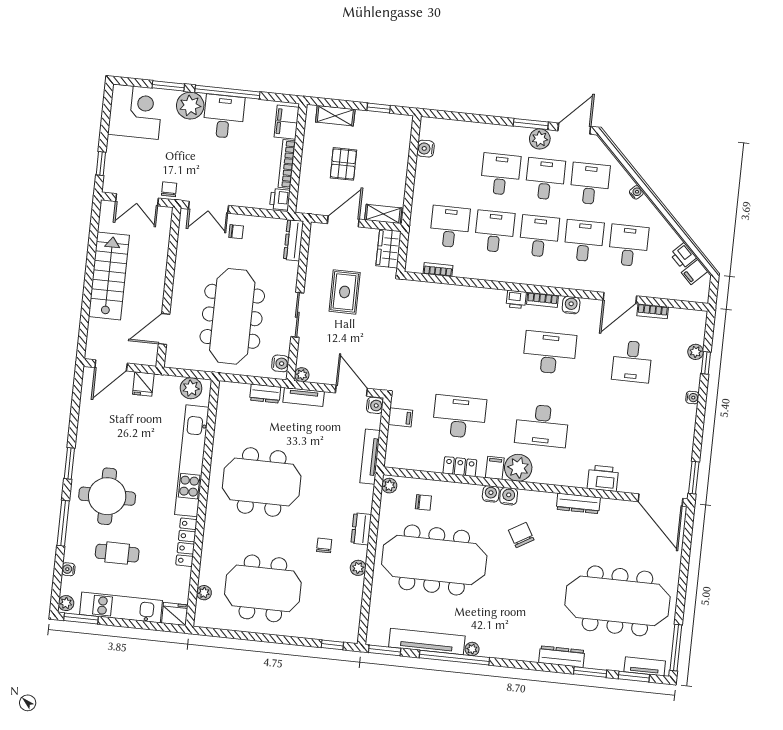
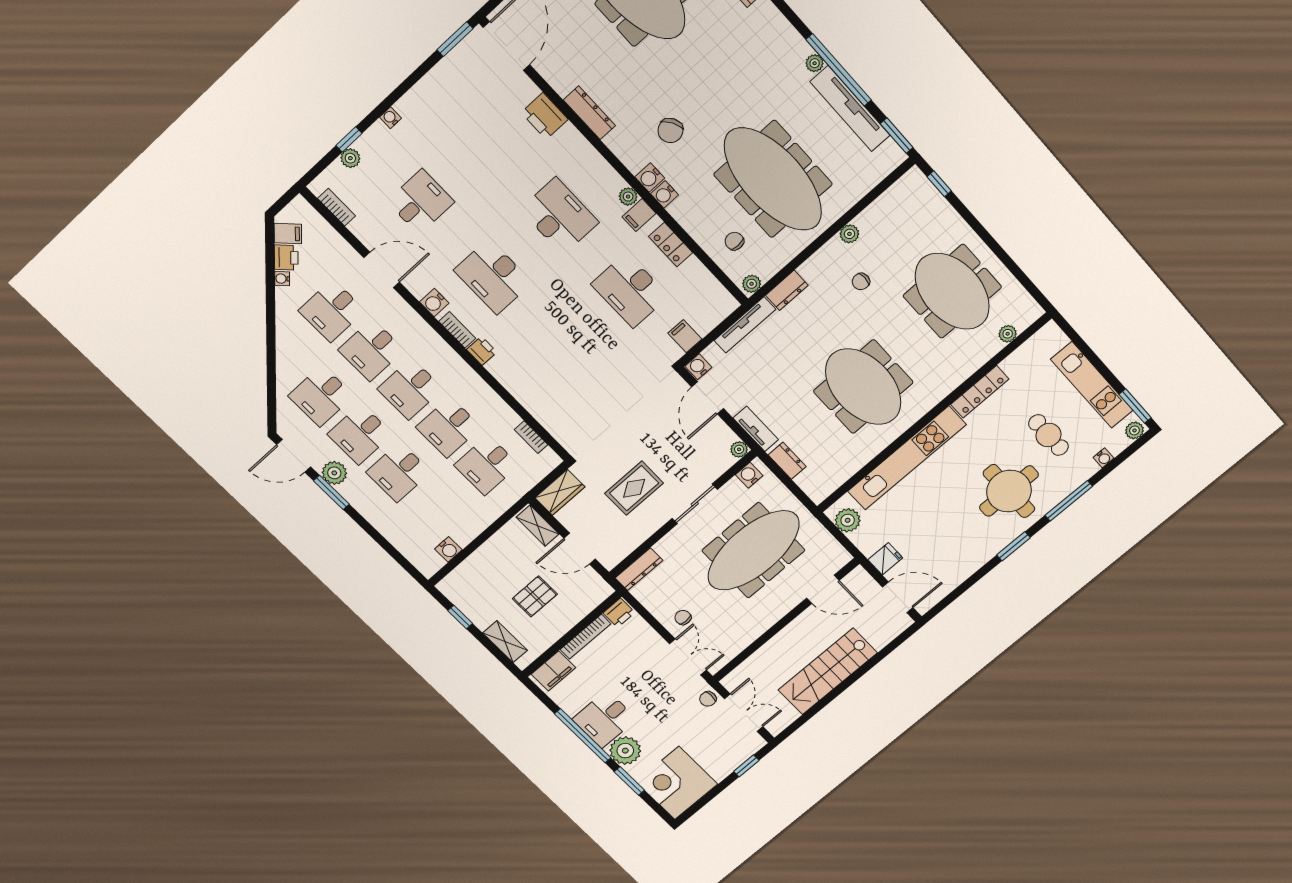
water cooler: (636, 192) -> (282, 279), moved
bookcase: (653, 311) -> (336, 207), moved
plant: (518, 468) -> (628, 197), width x0.53, depth x0.53
dresser: (361, 529) -> (787, 290), moved
fridge: (175, 614) -> (1051, 338), removed

